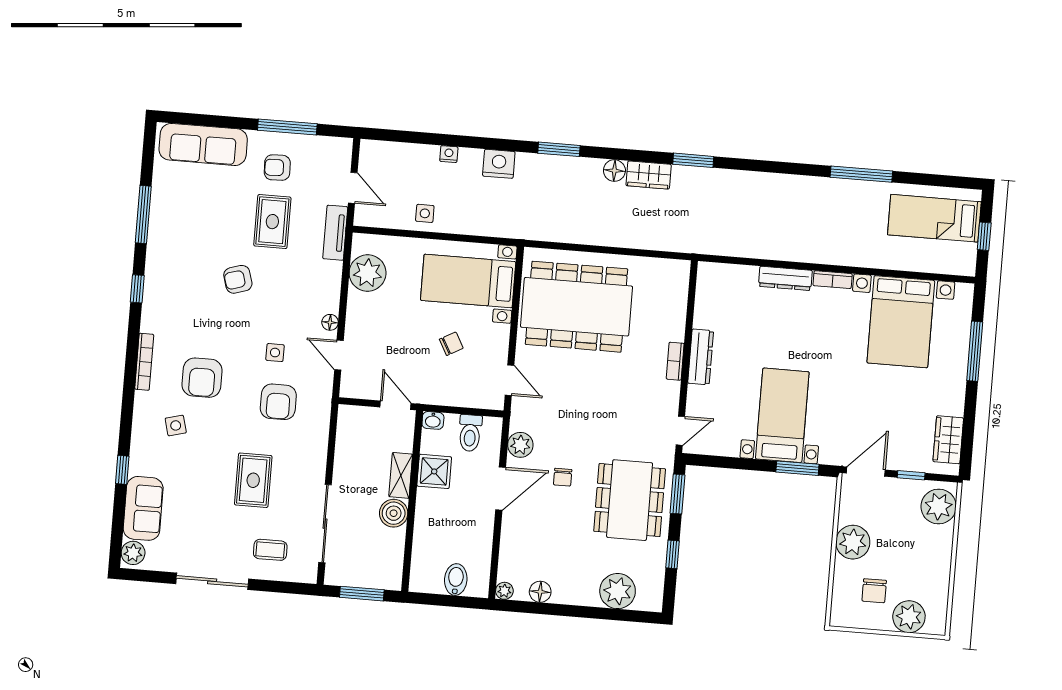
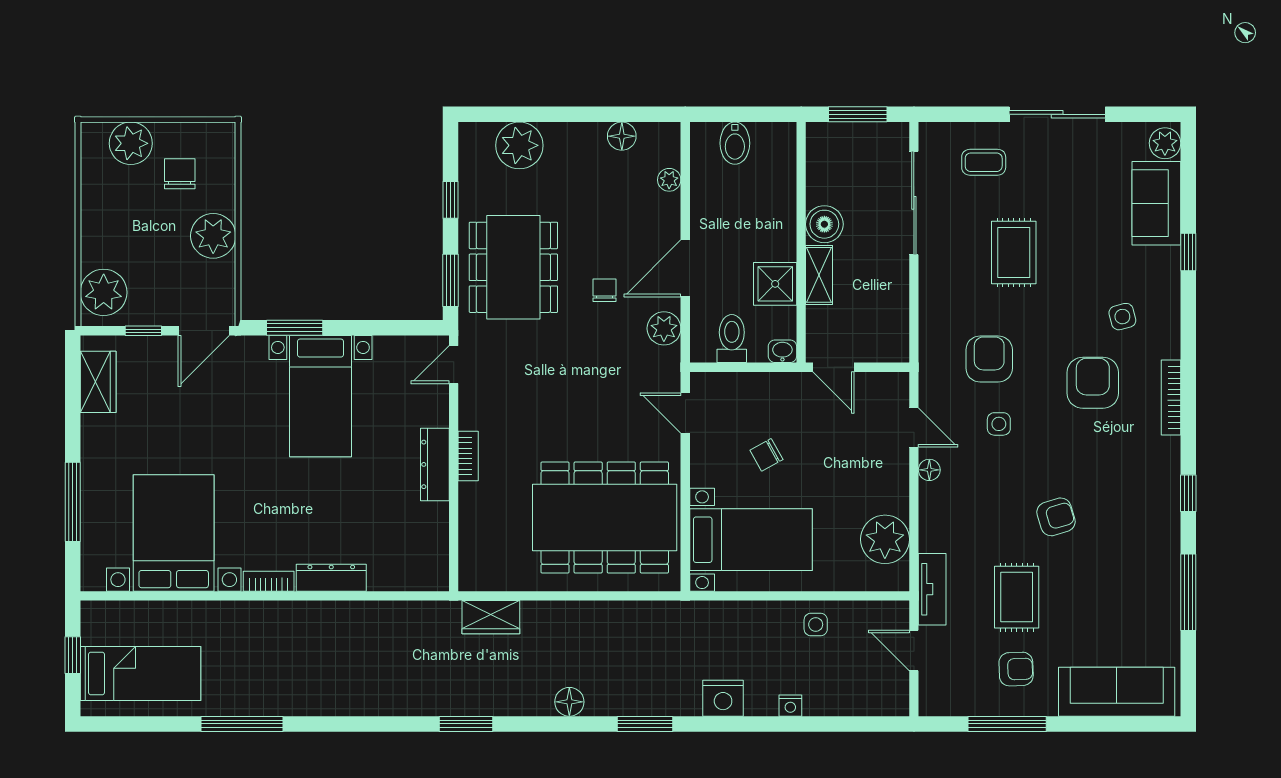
wardrobe: (649, 175) -> (491, 617), moved, turned 180
plant: (504, 591) -> (669, 180), moved

